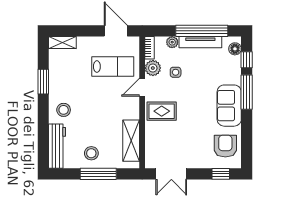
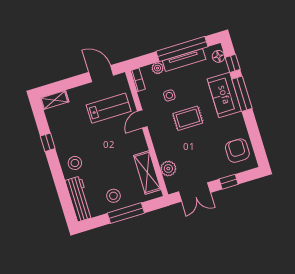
plant: (153, 68) -> (168, 169), moved
window: (43, 82) -> (48, 142), width x0.67
sofa: (229, 106) -> (224, 95), moved
rug: (162, 111) -> (188, 118), moved
window: (221, 174) -> (229, 182), moved

